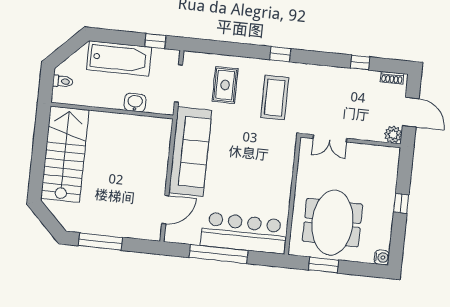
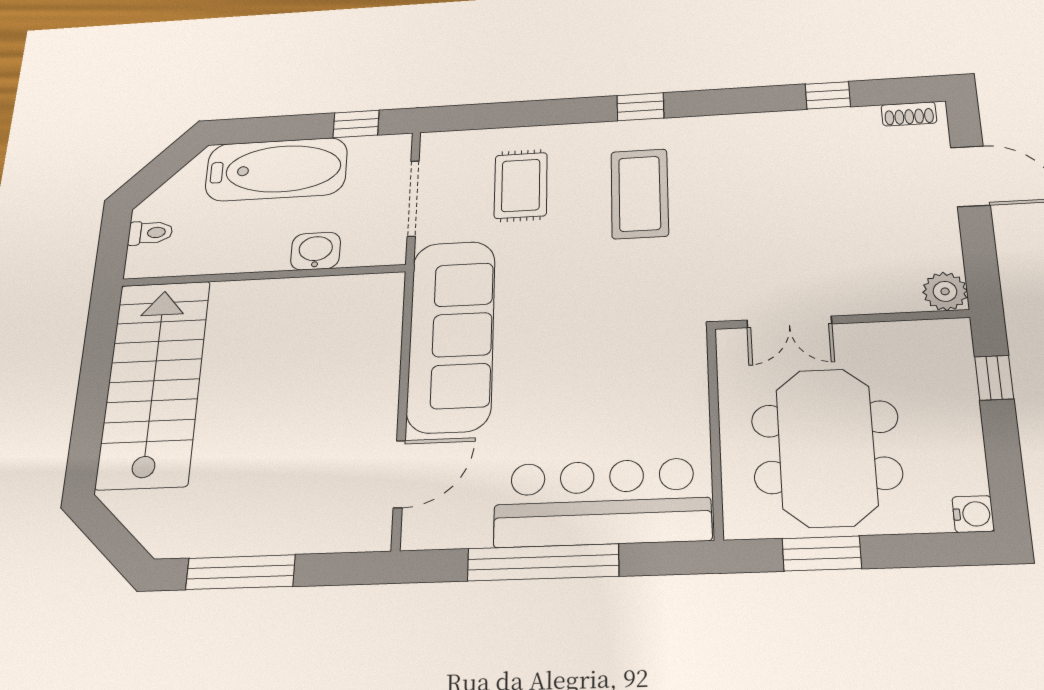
plant: (393, 135) -> (945, 291), moved
double door: (330, 138) -> (789, 322), moved
wall: (351, 141) -> (841, 319), moved

